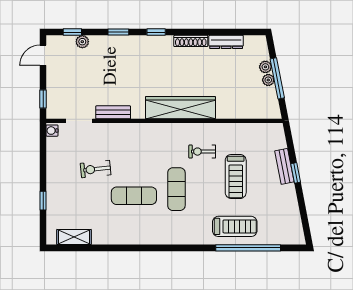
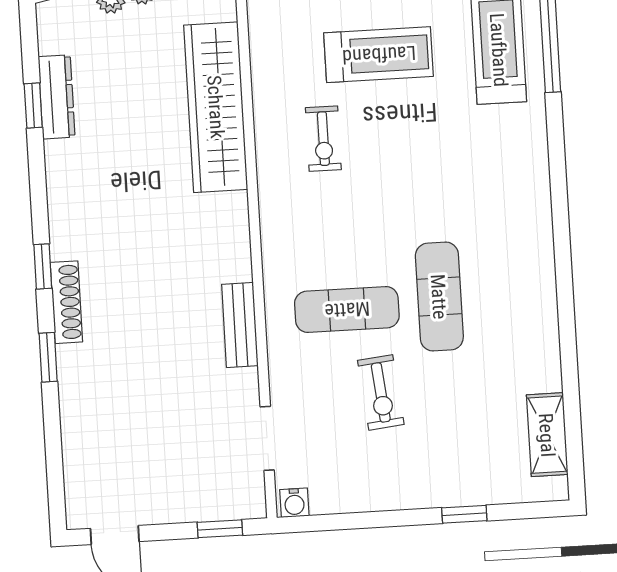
window: (72, 32) -> (33, 105), moved
shoe rack: (191, 41) -> (66, 302), moved
plant: (82, 42) -> (76, 443), removed
wardrobe: (180, 108) -> (216, 107), moved
bench: (113, 112) -> (240, 325), moved
exercise mat: (176, 189) -> (347, 310), moved

